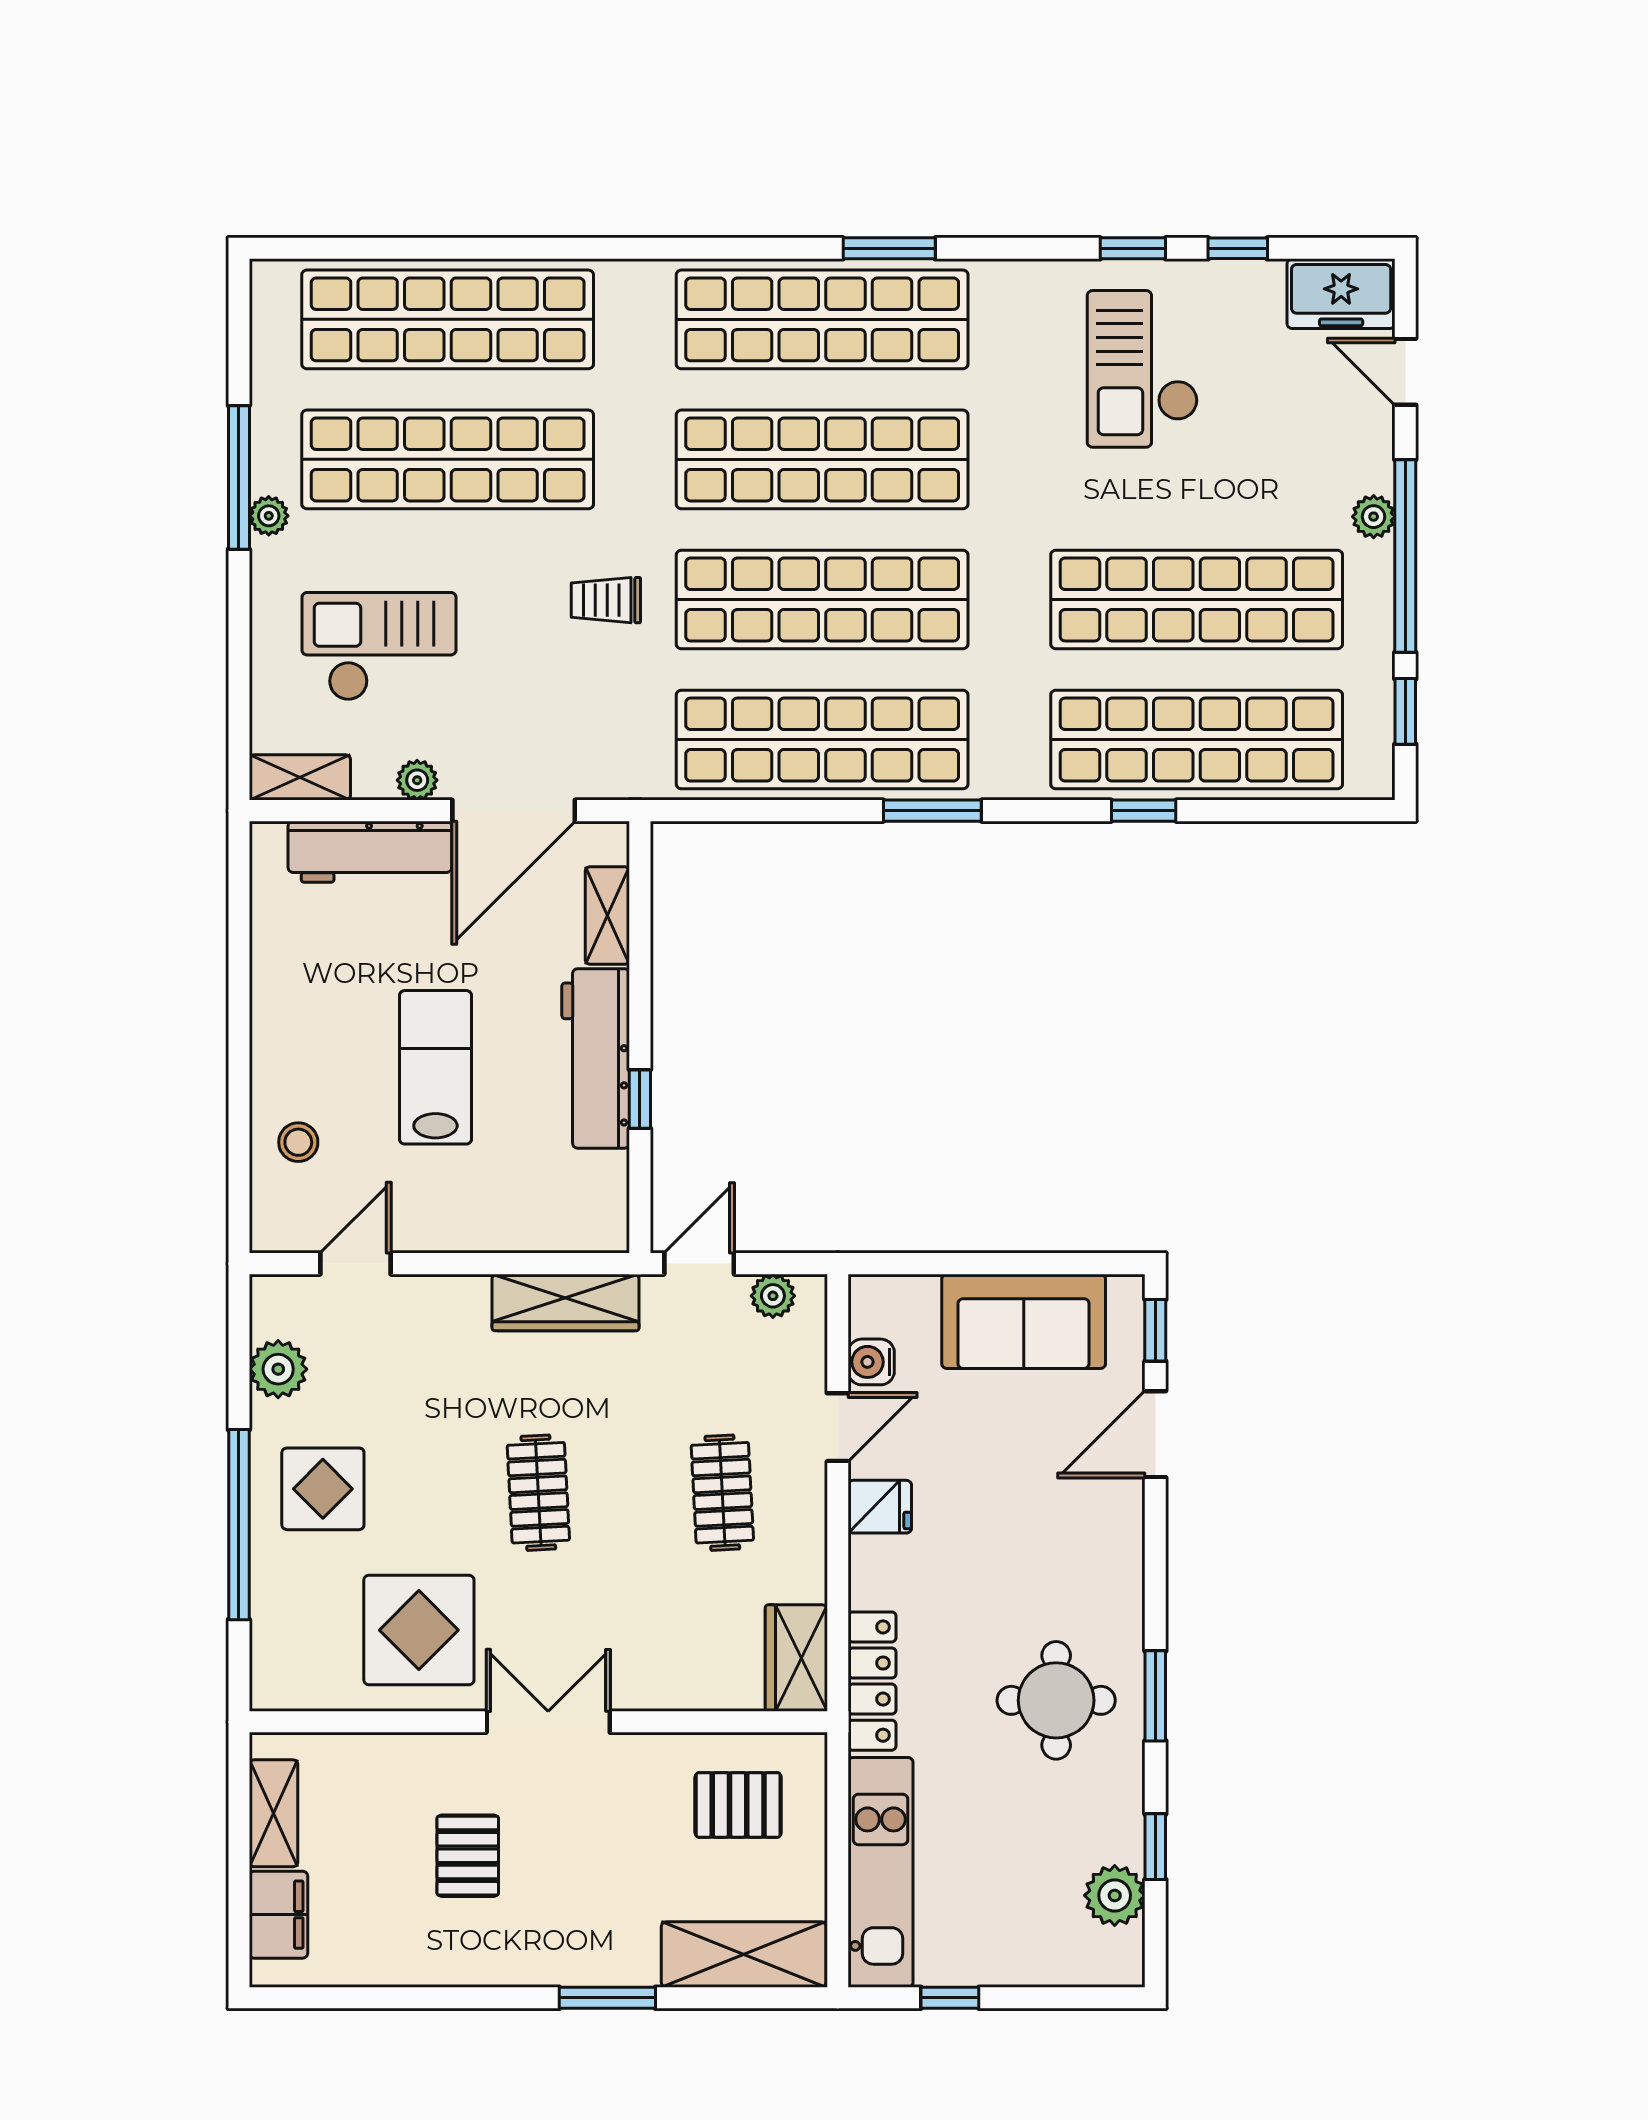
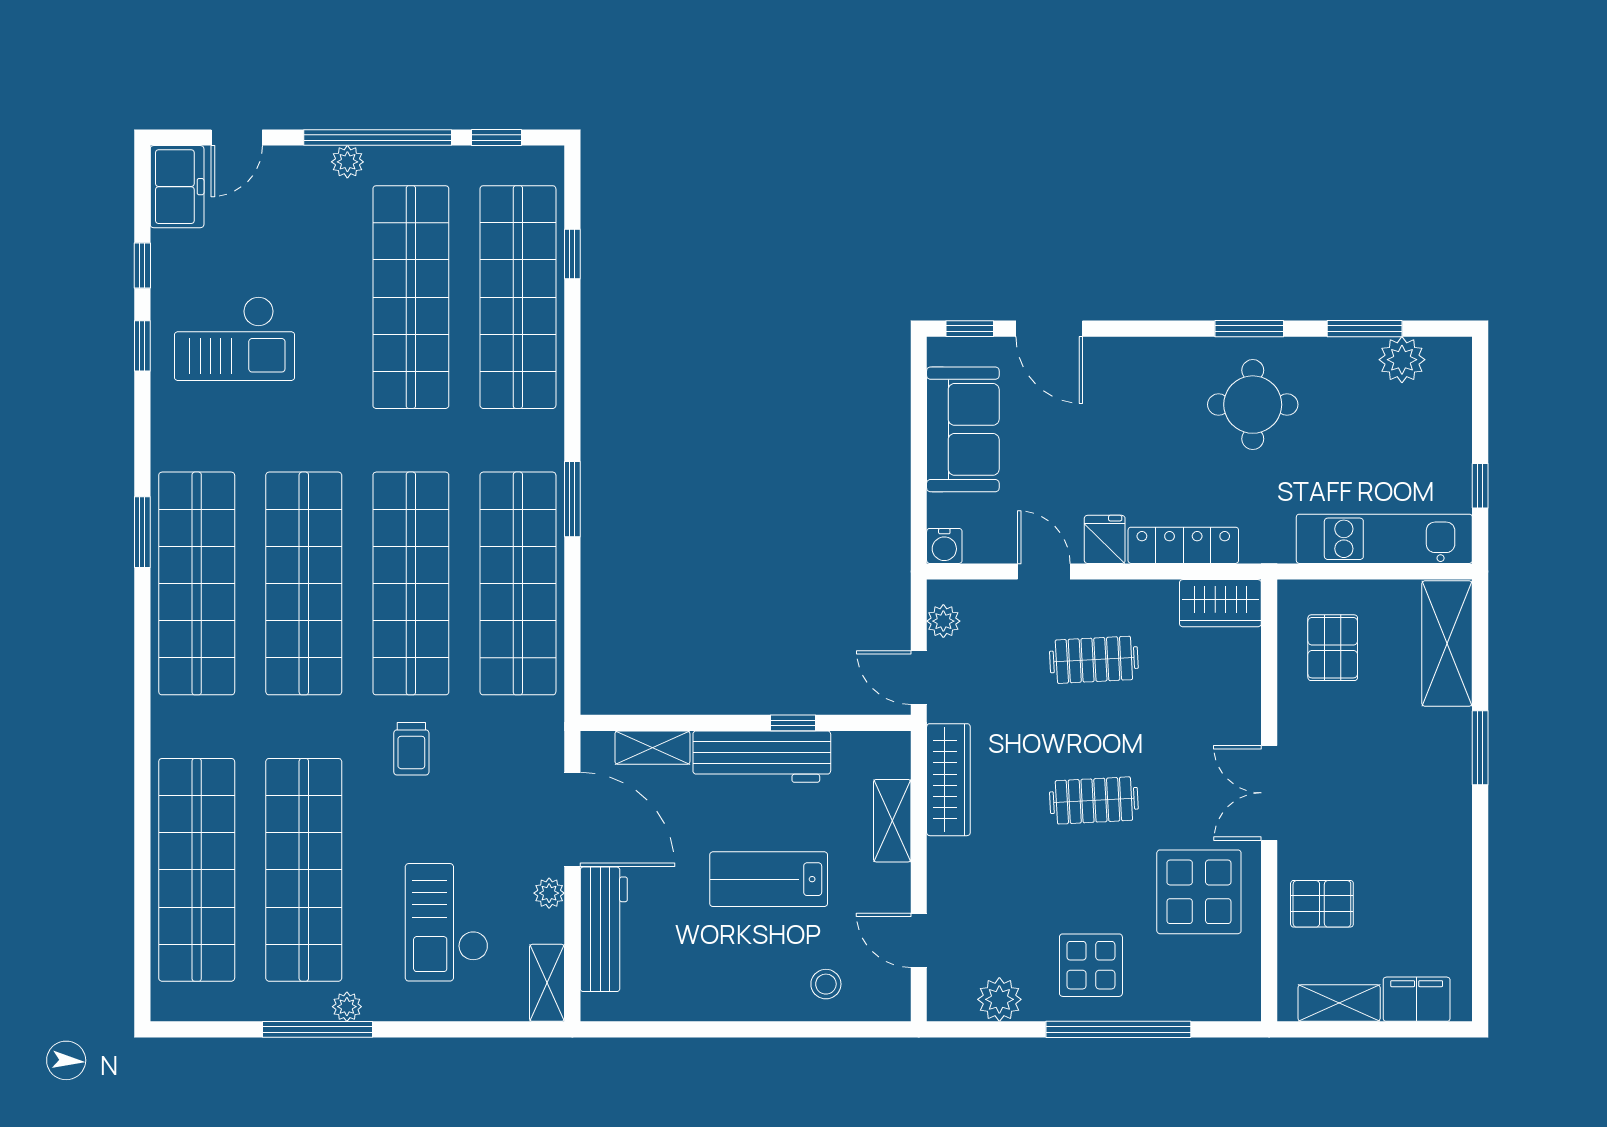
window: (1144, 811) -> (572, 254), moved
shelving: (512, 1229) -> (892, 821), added
water cooler: (871, 1362) -> (944, 546), moved
locker: (872, 1681) -> (1183, 545), moved
window: (1155, 1847) -> (1365, 329), width x1.50
pallet: (468, 1856) -> (1322, 904), moved

